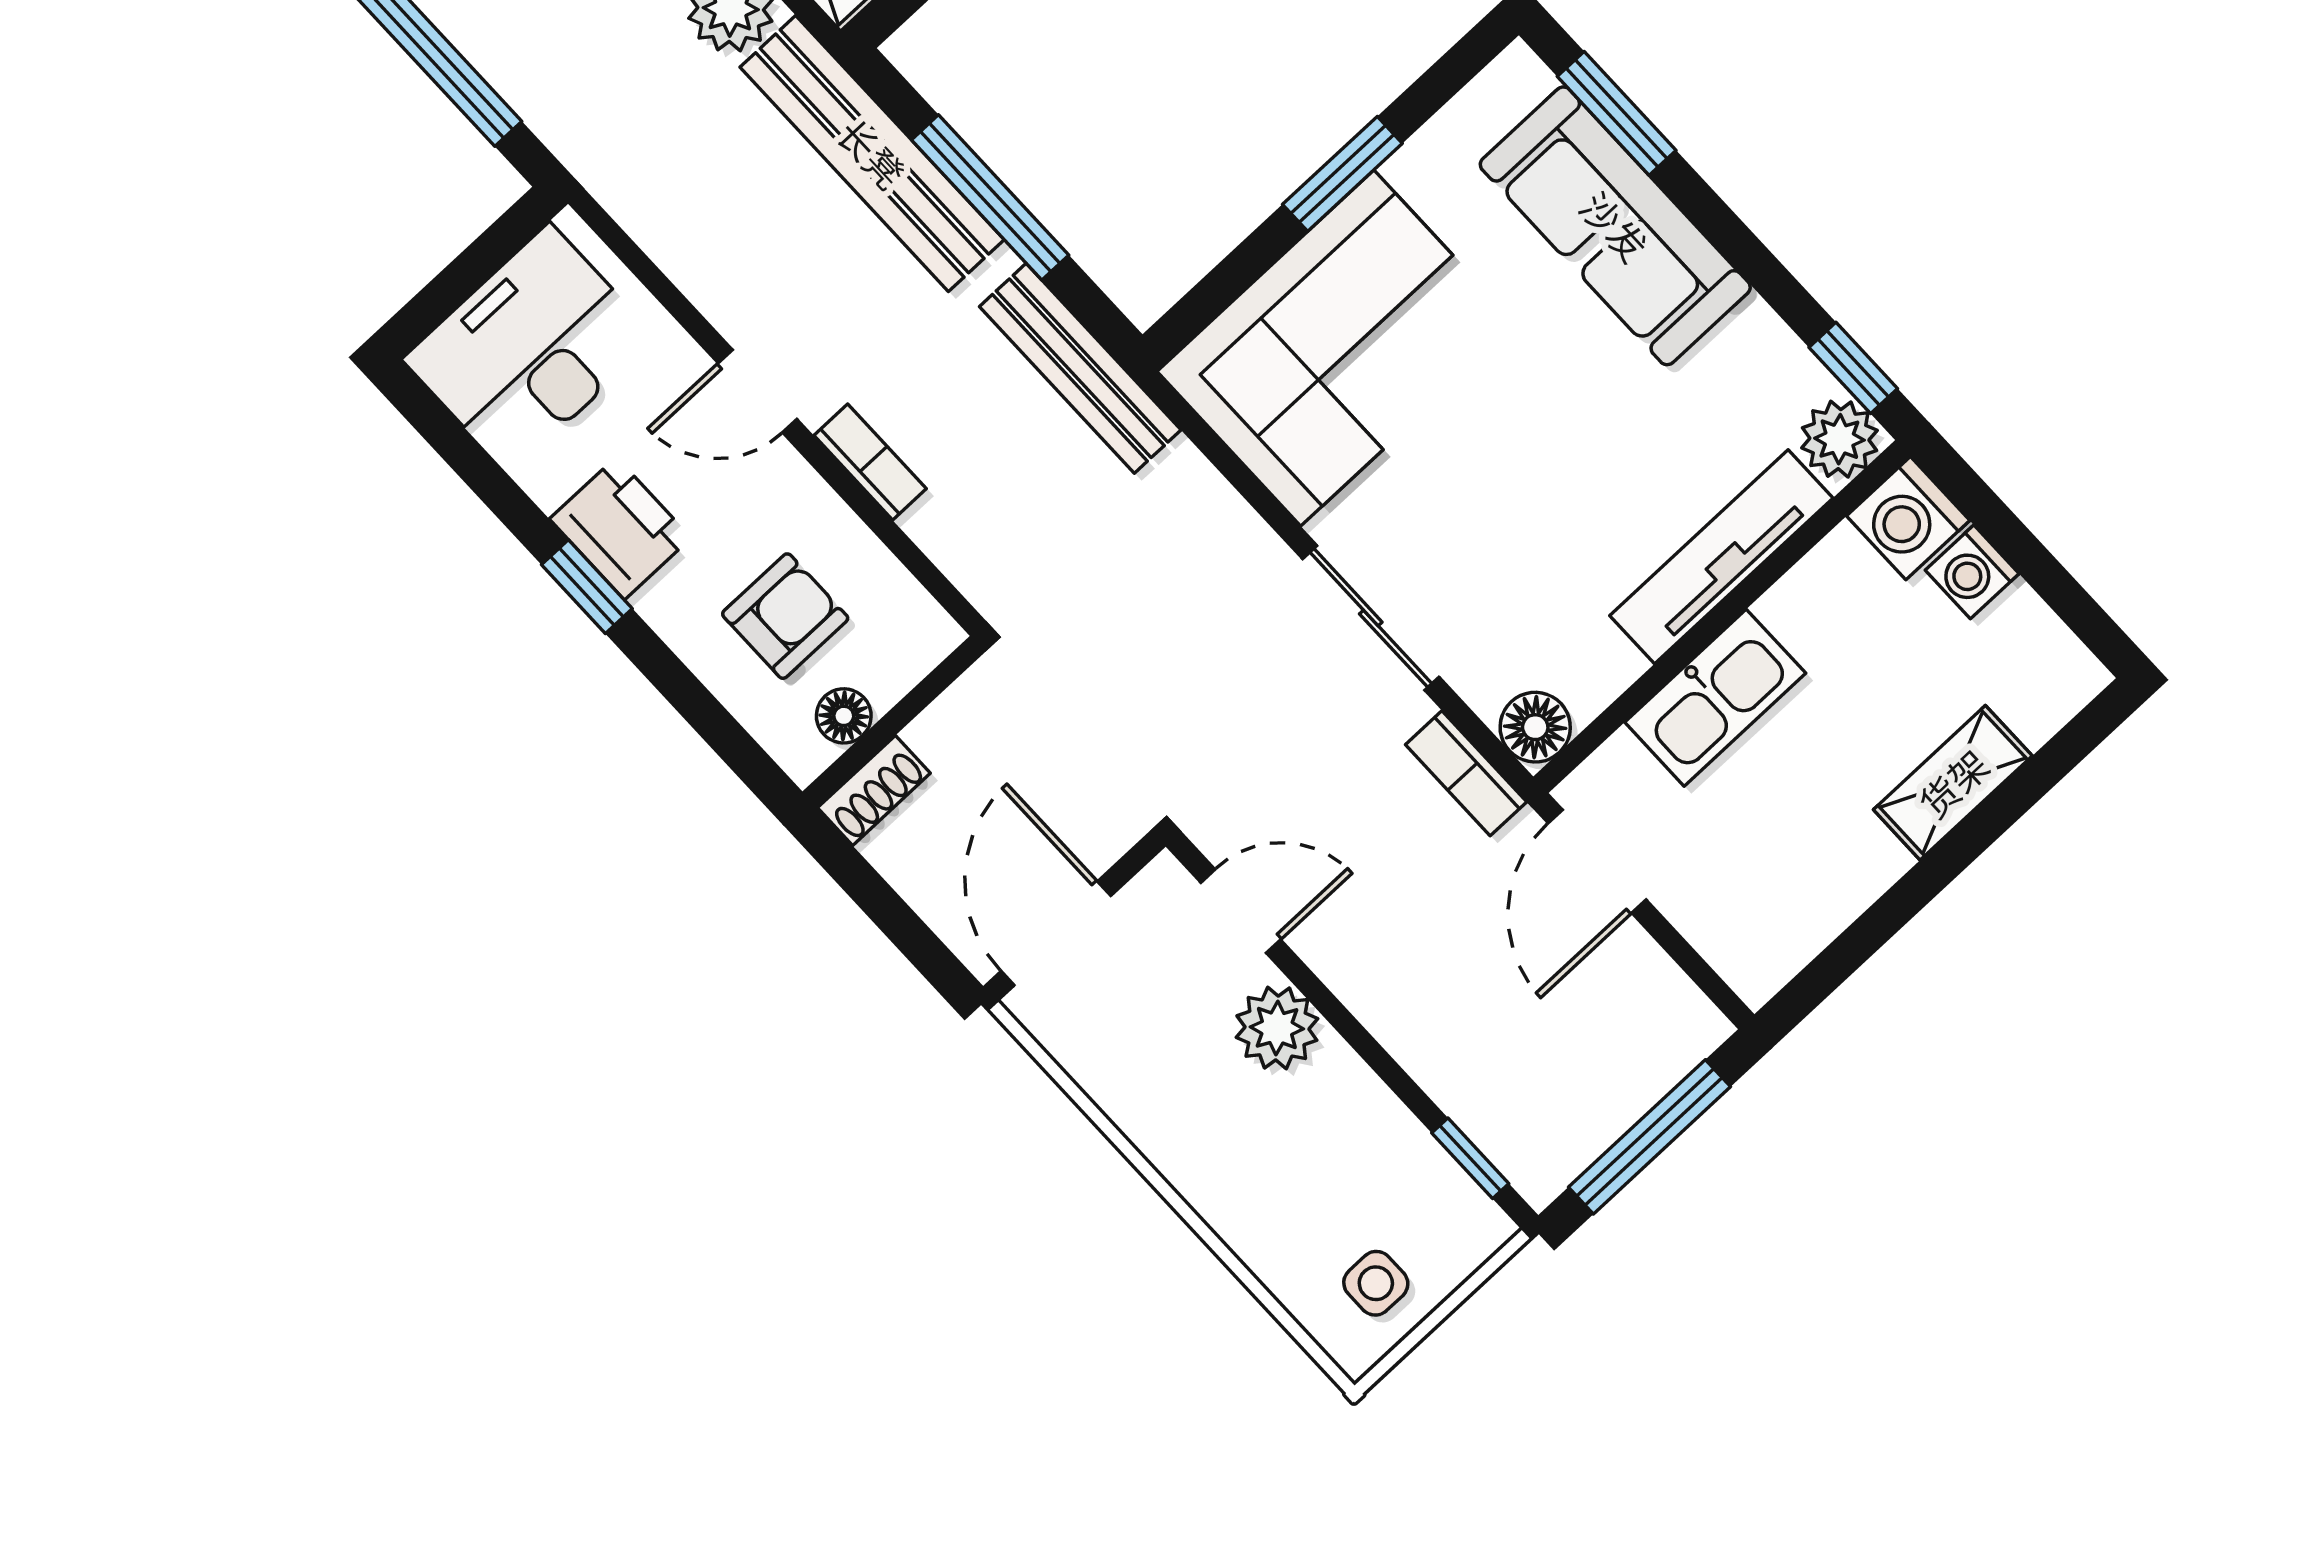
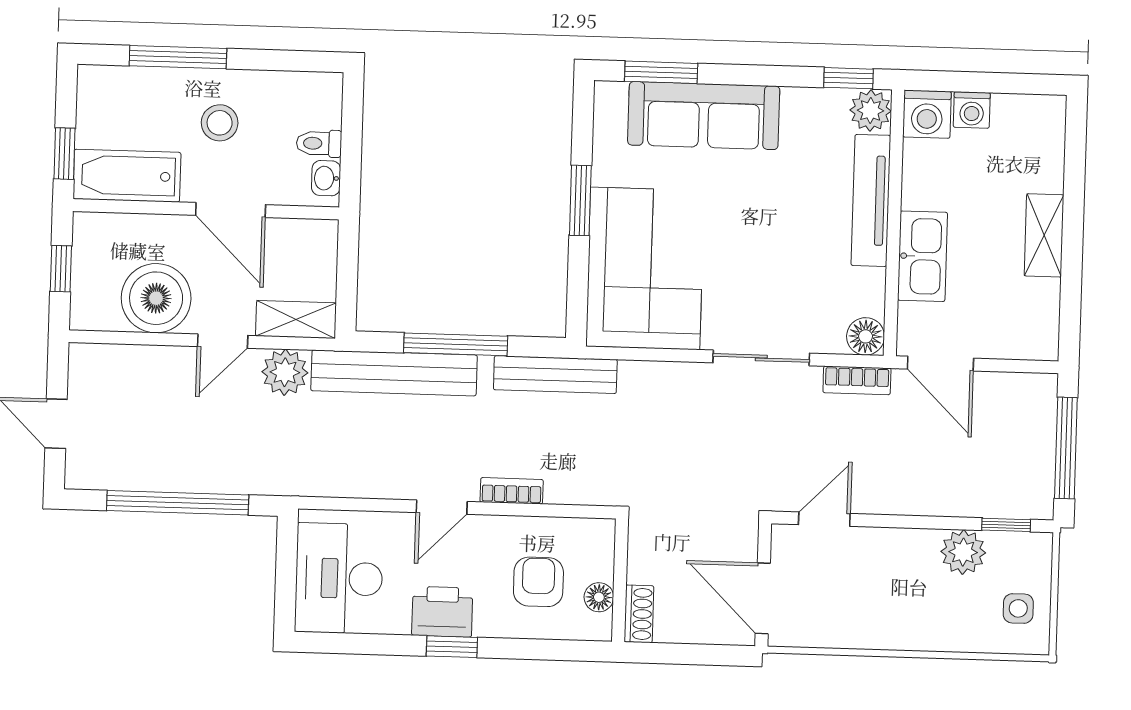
shelving: (1953, 783) -> (1044, 235), moved
plant: (1277, 1028) -> (963, 552), moved

